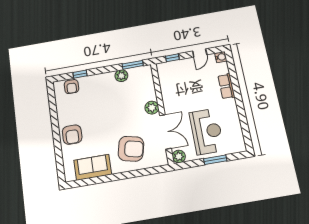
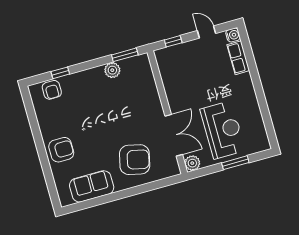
door: (200, 53) -> (206, 32), swing flipped
row of seats: (226, 86) -> (238, 58), moved
plant: (152, 108) -> (154, 107), removed
armchair: (72, 135) -> (61, 150), turned -90

